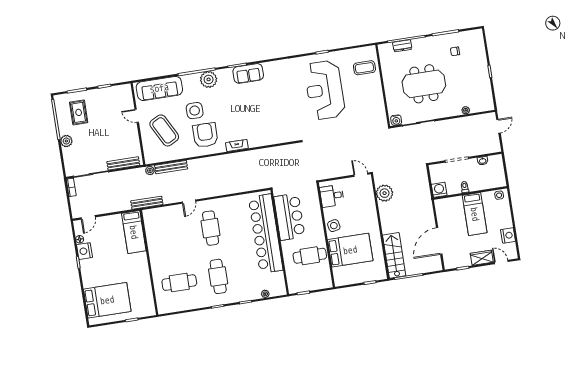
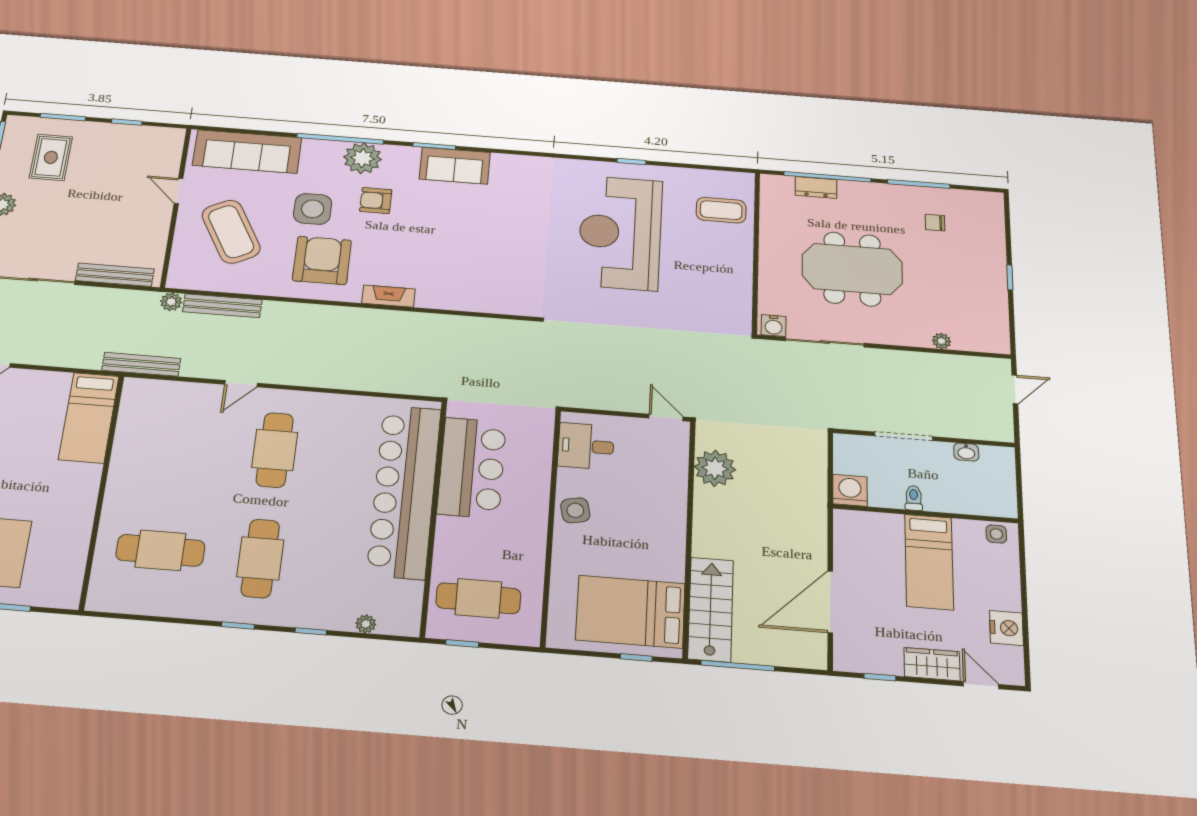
armchair: (220, 100) -> (376, 201), added
bed: (350, 250) -> (630, 612), moved, turned 180
cafe table: (310, 256) -> (478, 598), moved

